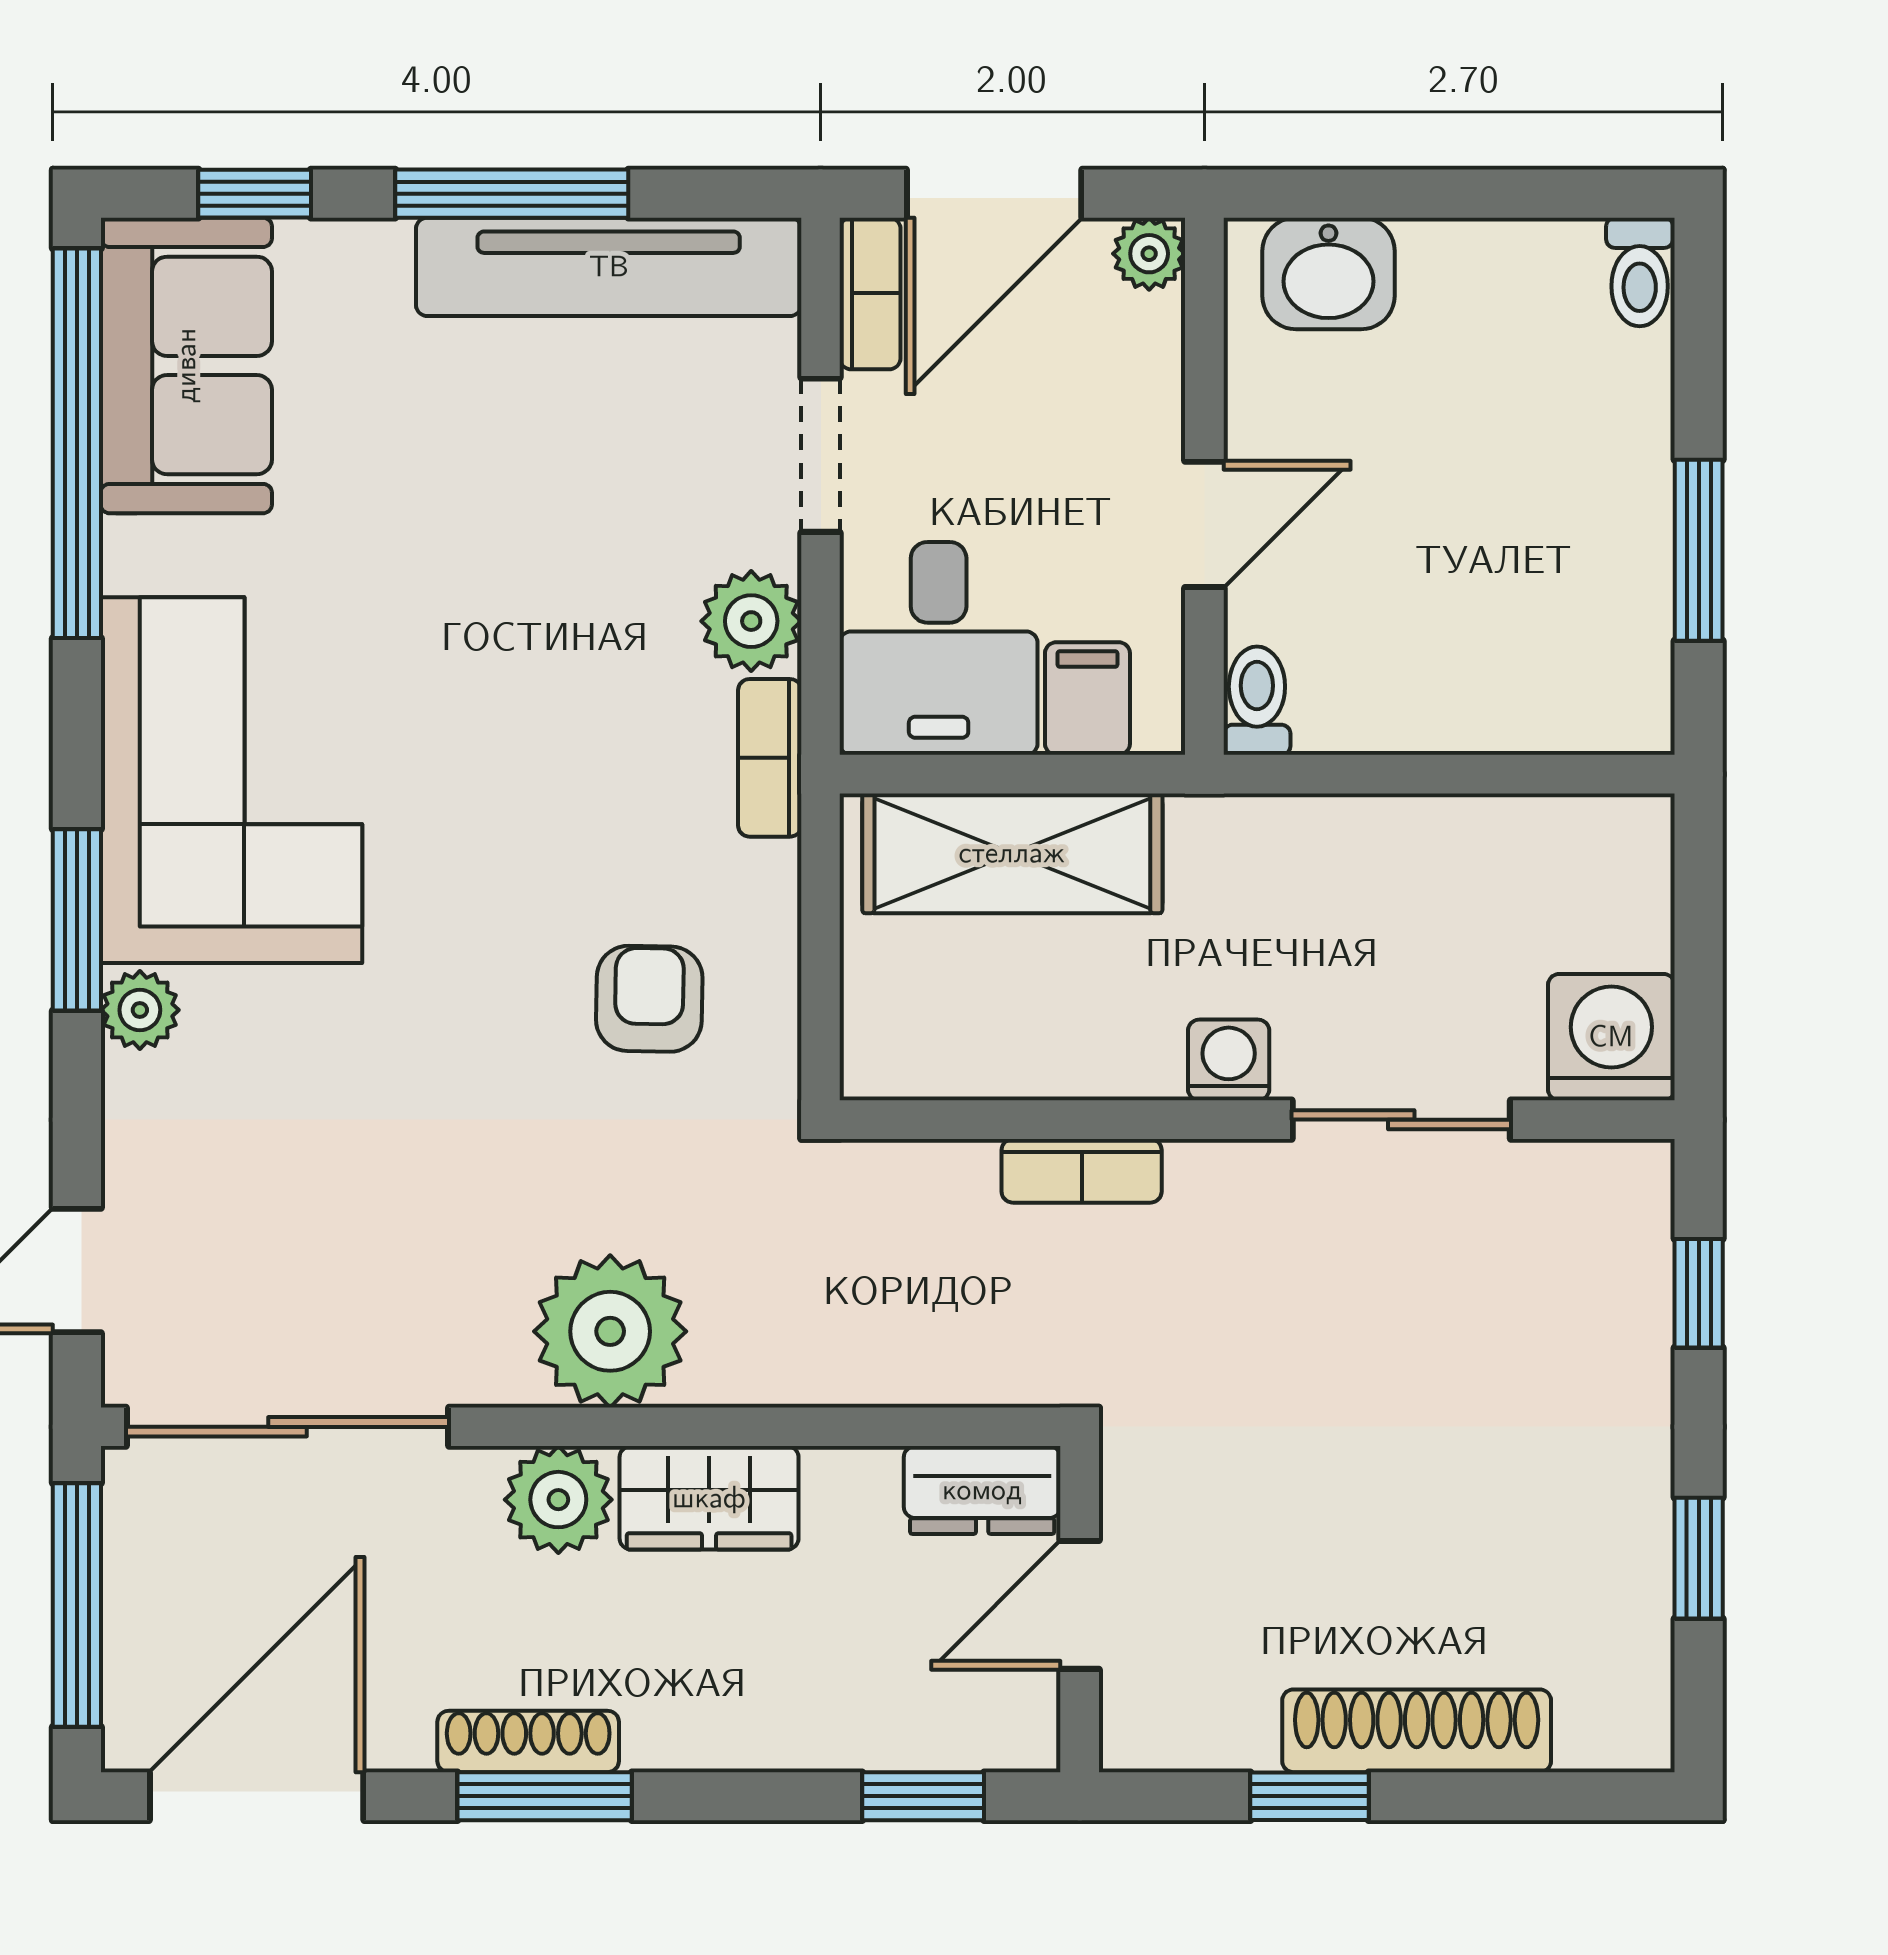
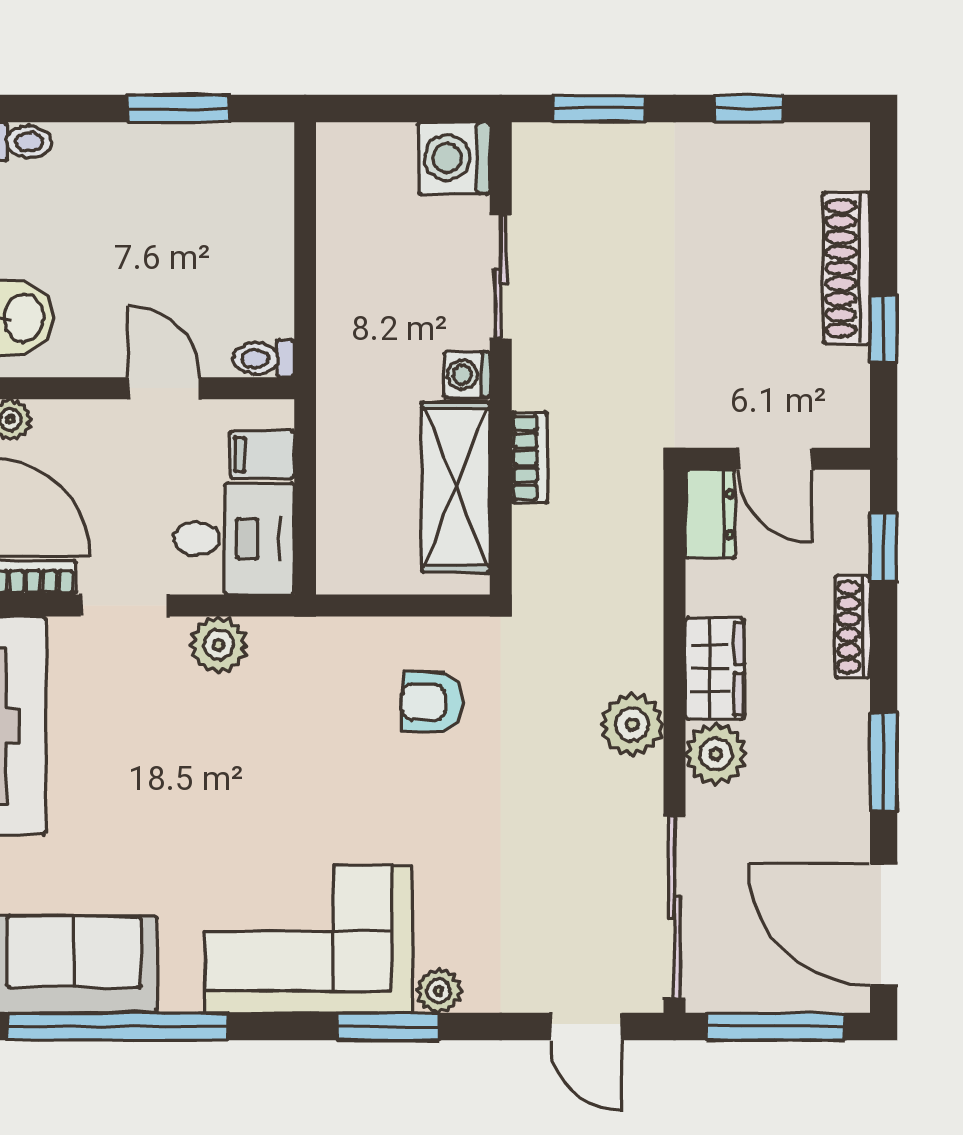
bookcase: (770, 758) -> (296, 634), removed
shelving: (1012, 853) -> (456, 487), moved
window: (1699, 1293) -> (599, 108), width x1.50
plant: (610, 1331) -> (632, 725), width x0.73, depth x0.73
shoe rack: (528, 1741) -> (853, 627), moved

